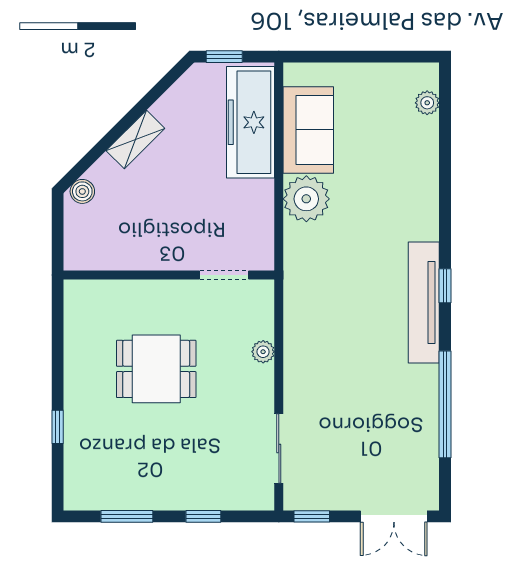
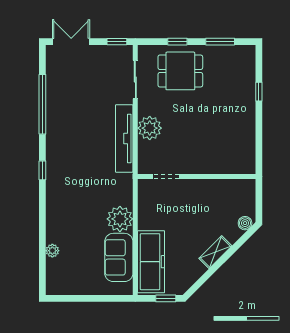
plant: (427, 103) -> (52, 251), moved
tv unit: (424, 303) -> (124, 138), moved, turned 180
plant: (263, 352) -> (150, 128), width x1.87, depth x1.87
dining table: (156, 369) -> (180, 71), moved

